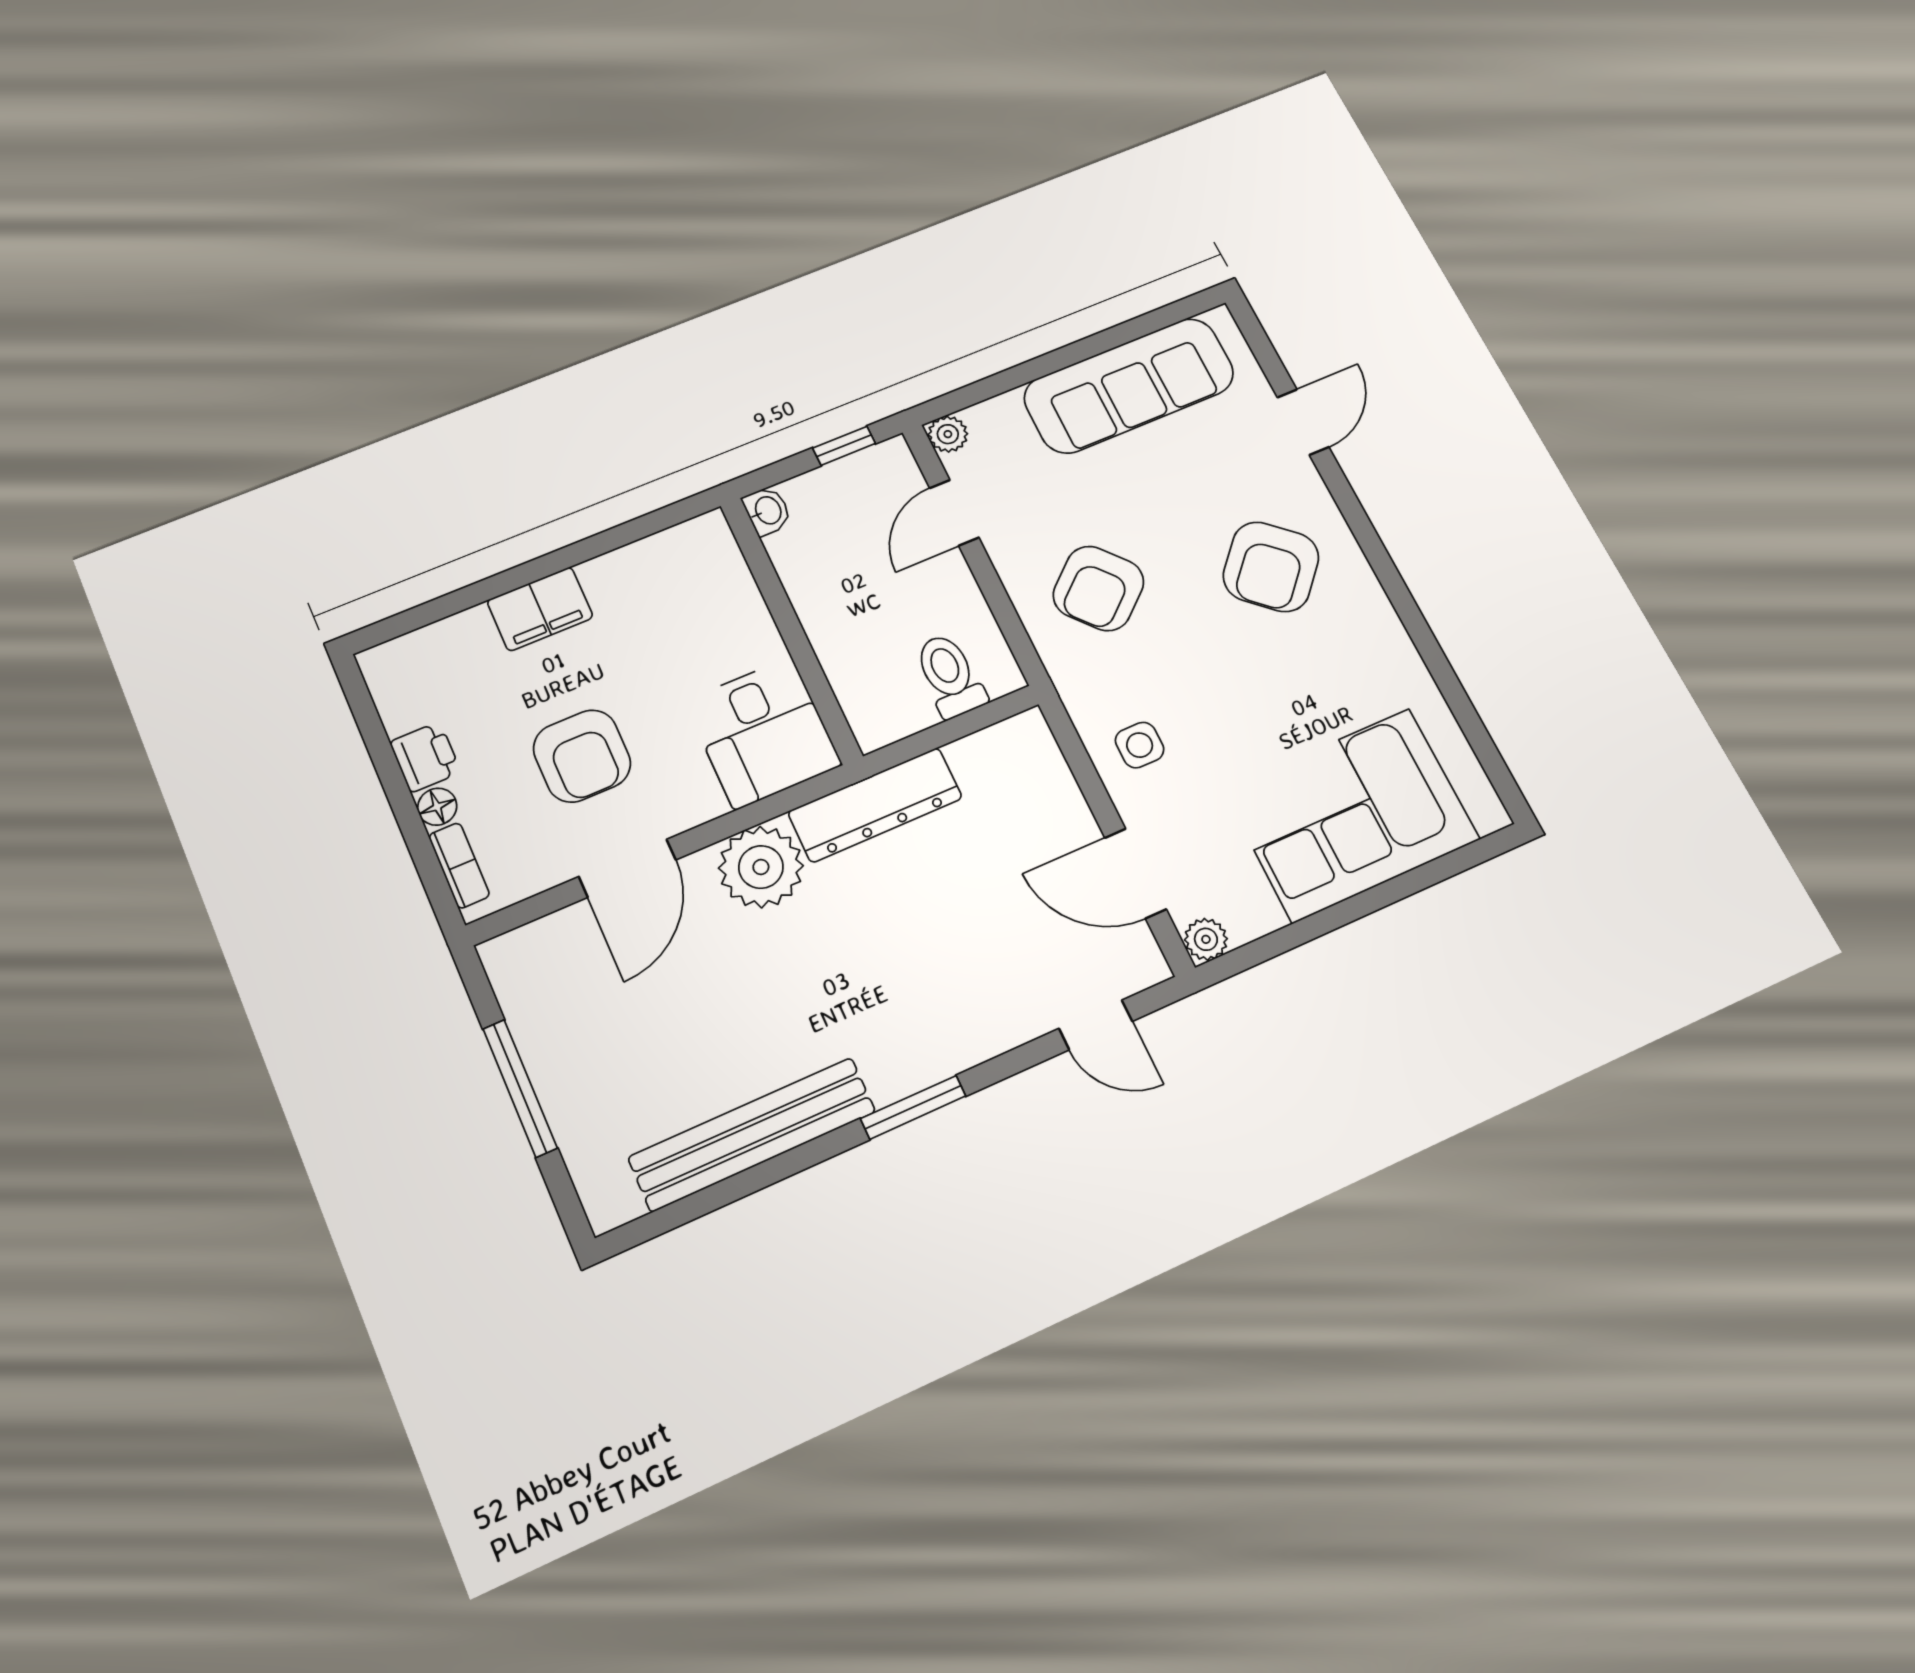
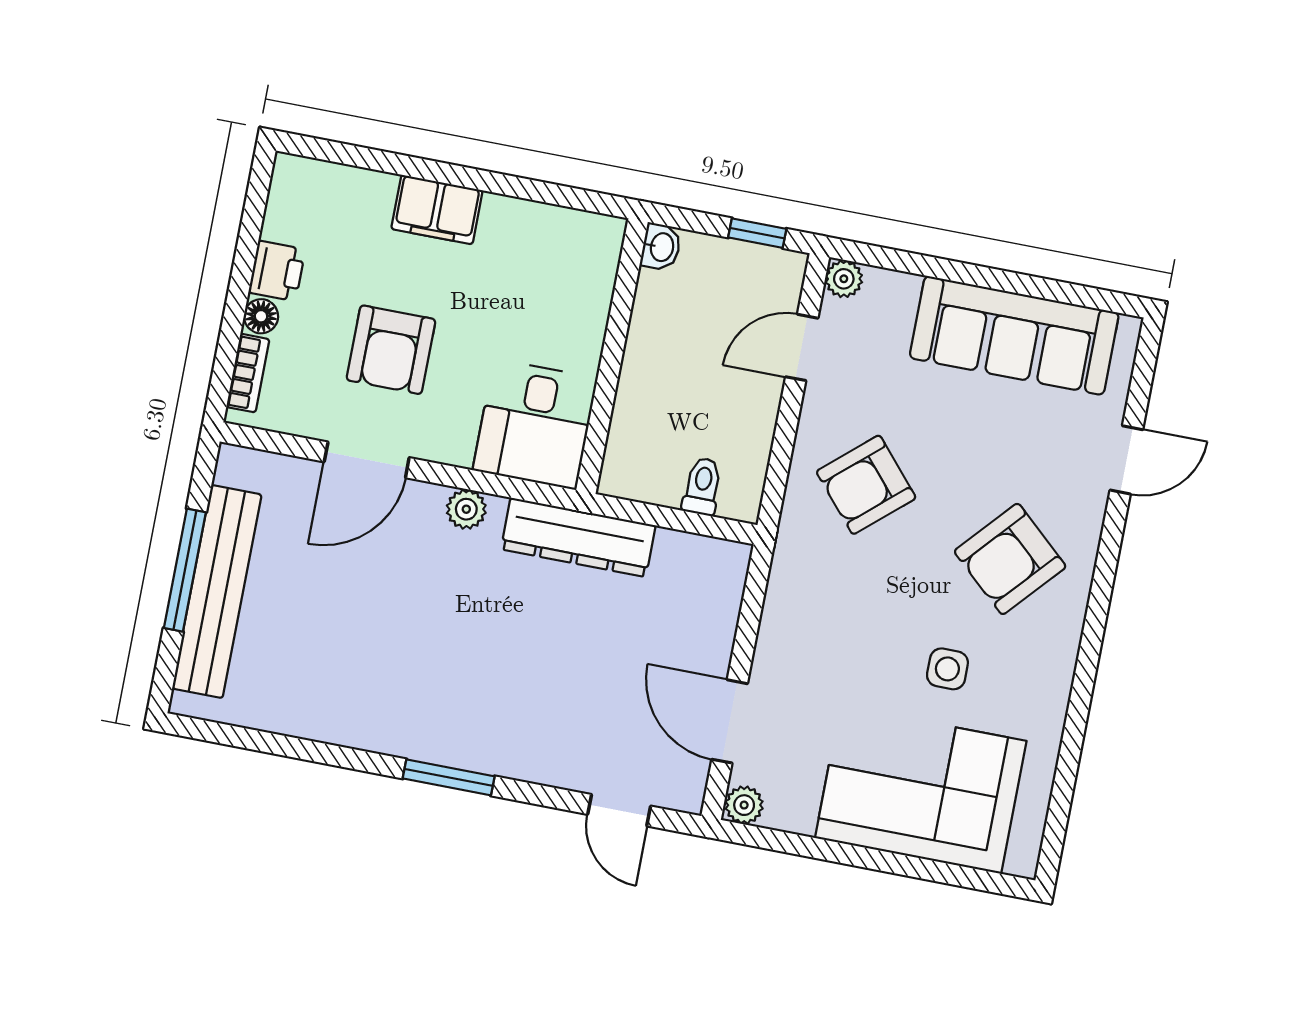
toilet: (950, 676) -> (702, 486), width x0.73, depth x0.72
side table: (1140, 745) -> (947, 669), moved
plant: (761, 867) -> (466, 509), width x0.53, depth x0.53
bench: (752, 1134) -> (217, 592), moved, turned 90

